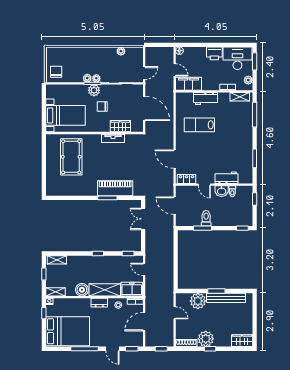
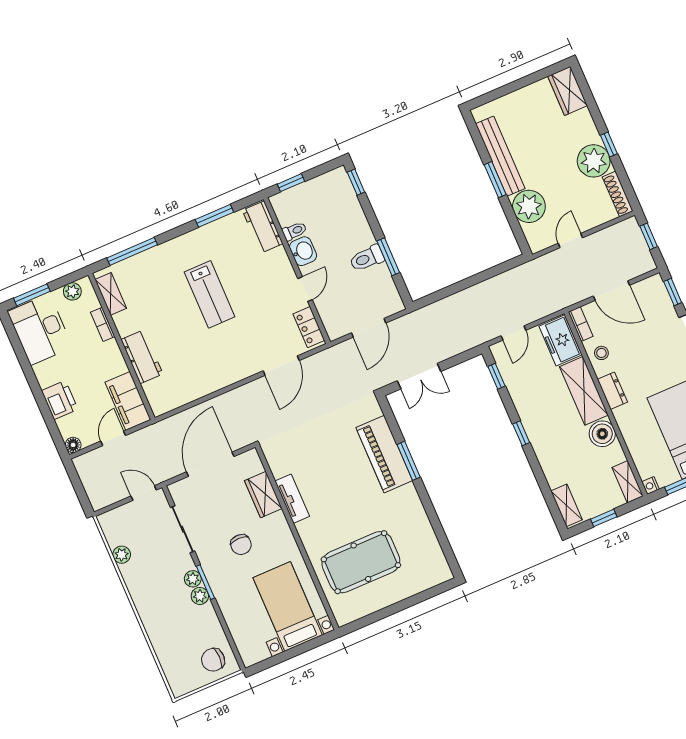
printer: (214, 53) -> (60, 400), moved
plant: (94, 90) -> (217, 573), removed
lab bench: (199, 125) -> (210, 294), moved
workbench: (226, 178) -> (263, 227), moved

